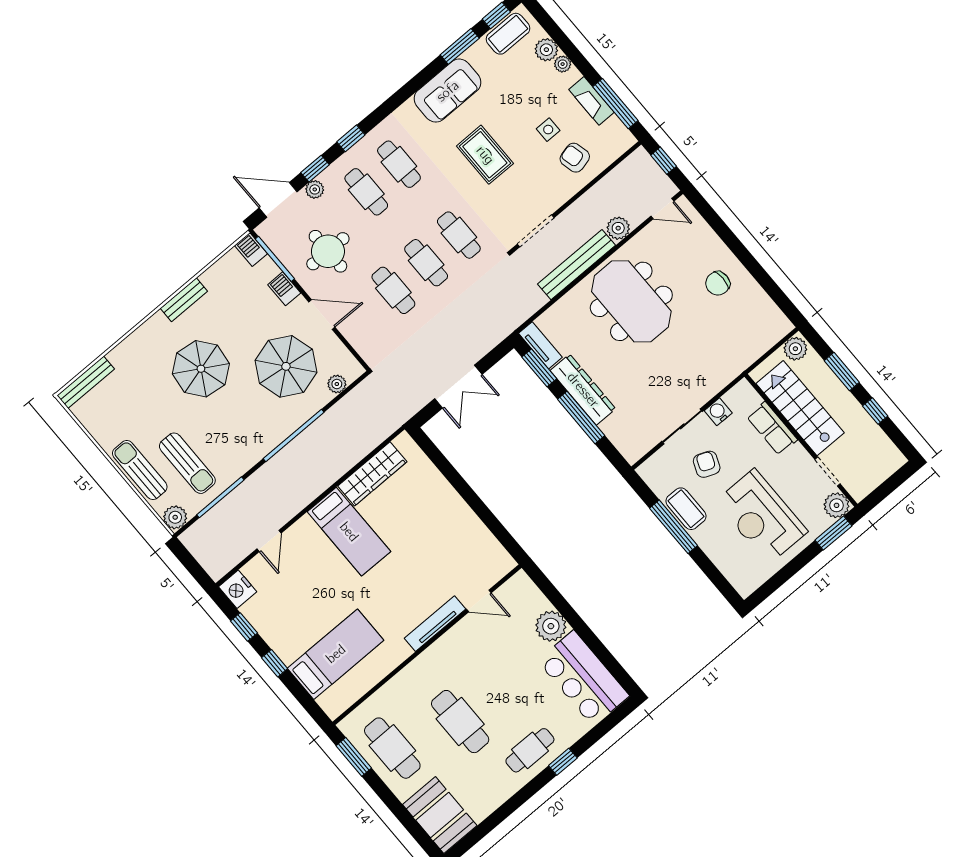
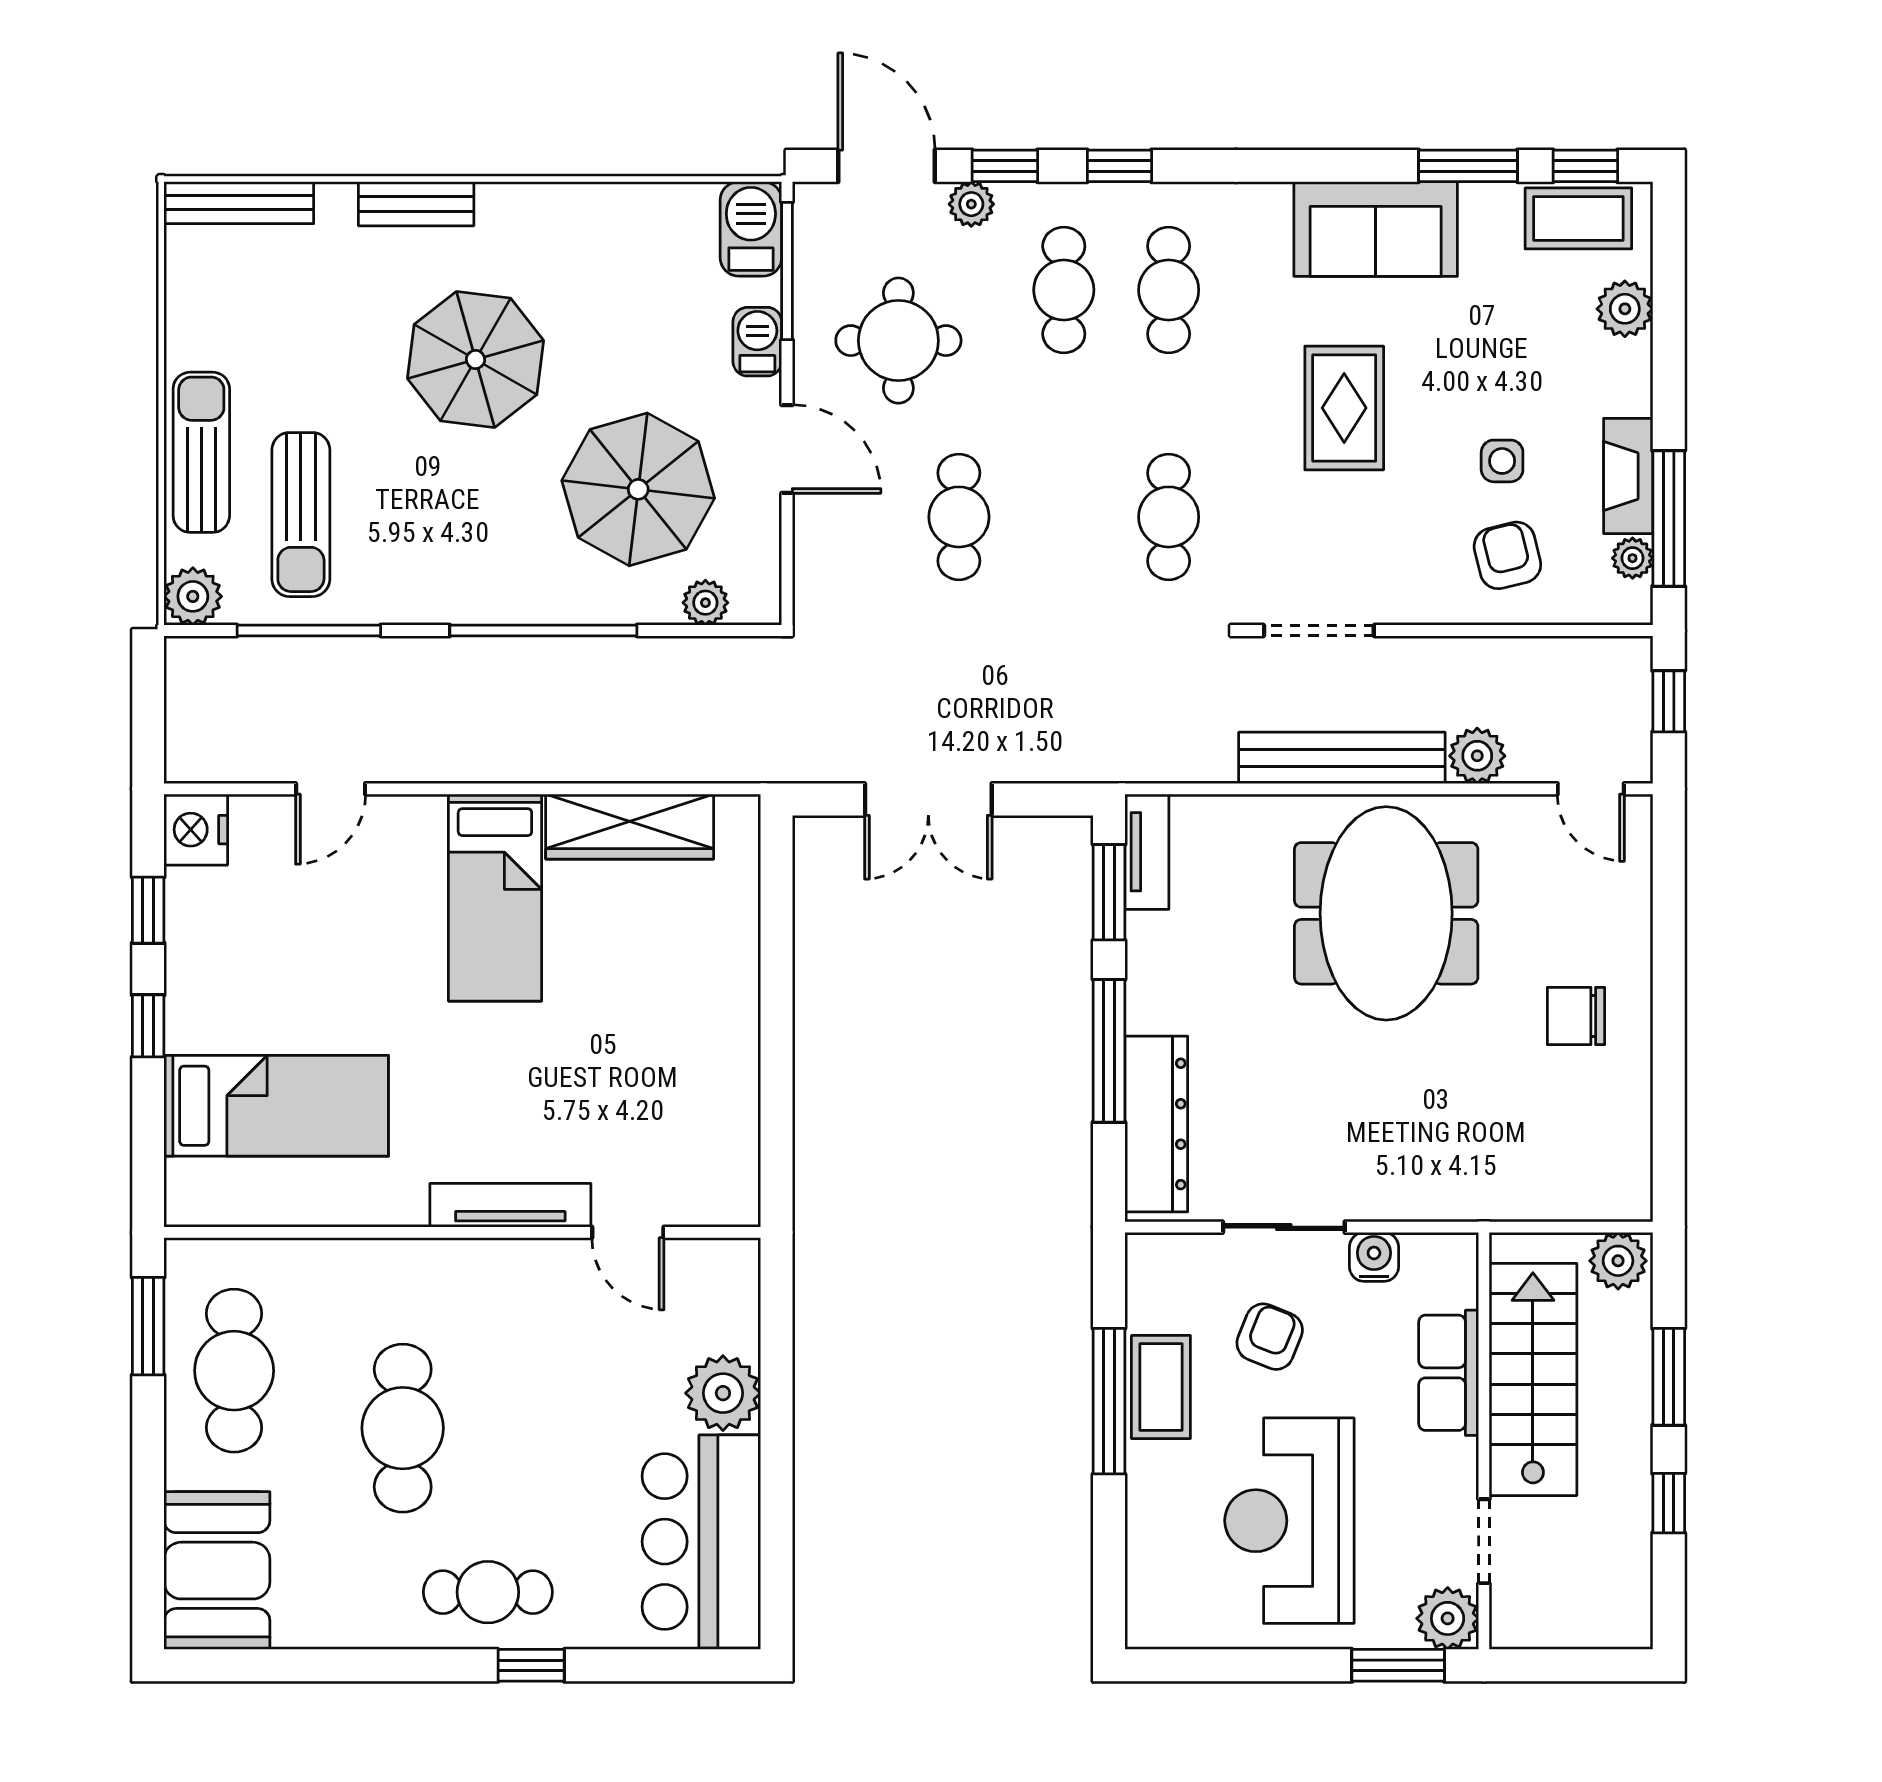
plant: (563, 64) -> (1632, 558), moved
barbecue: (251, 250) -> (751, 229), width x1.38, depth x1.27
cafe table: (426, 263) -> (1064, 517), removed
bench: (184, 300) -> (416, 204), moved
dresser: (583, 390) -> (1156, 1124), moved

